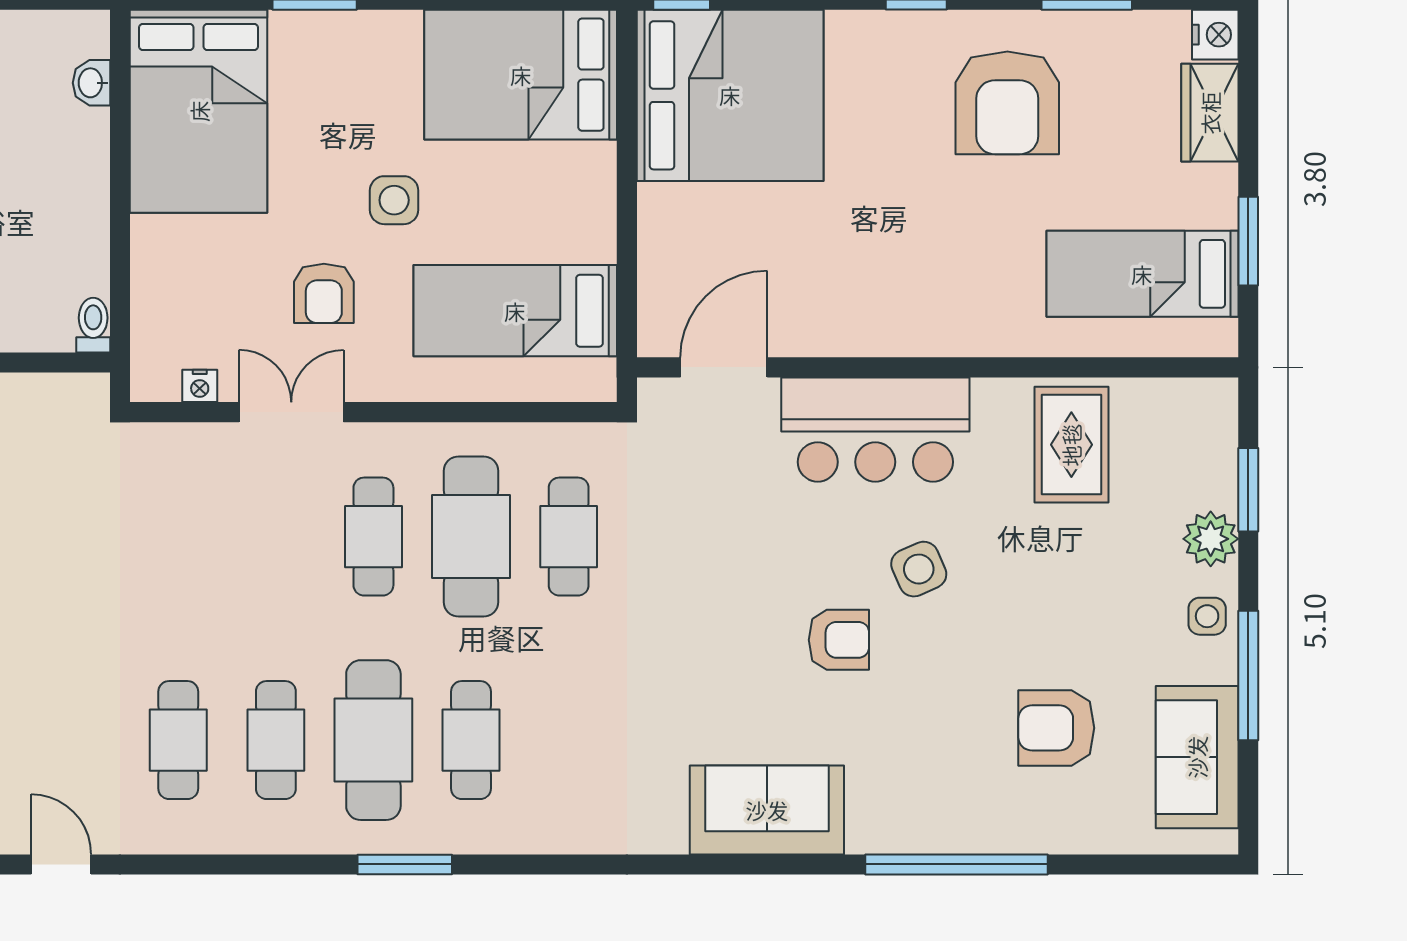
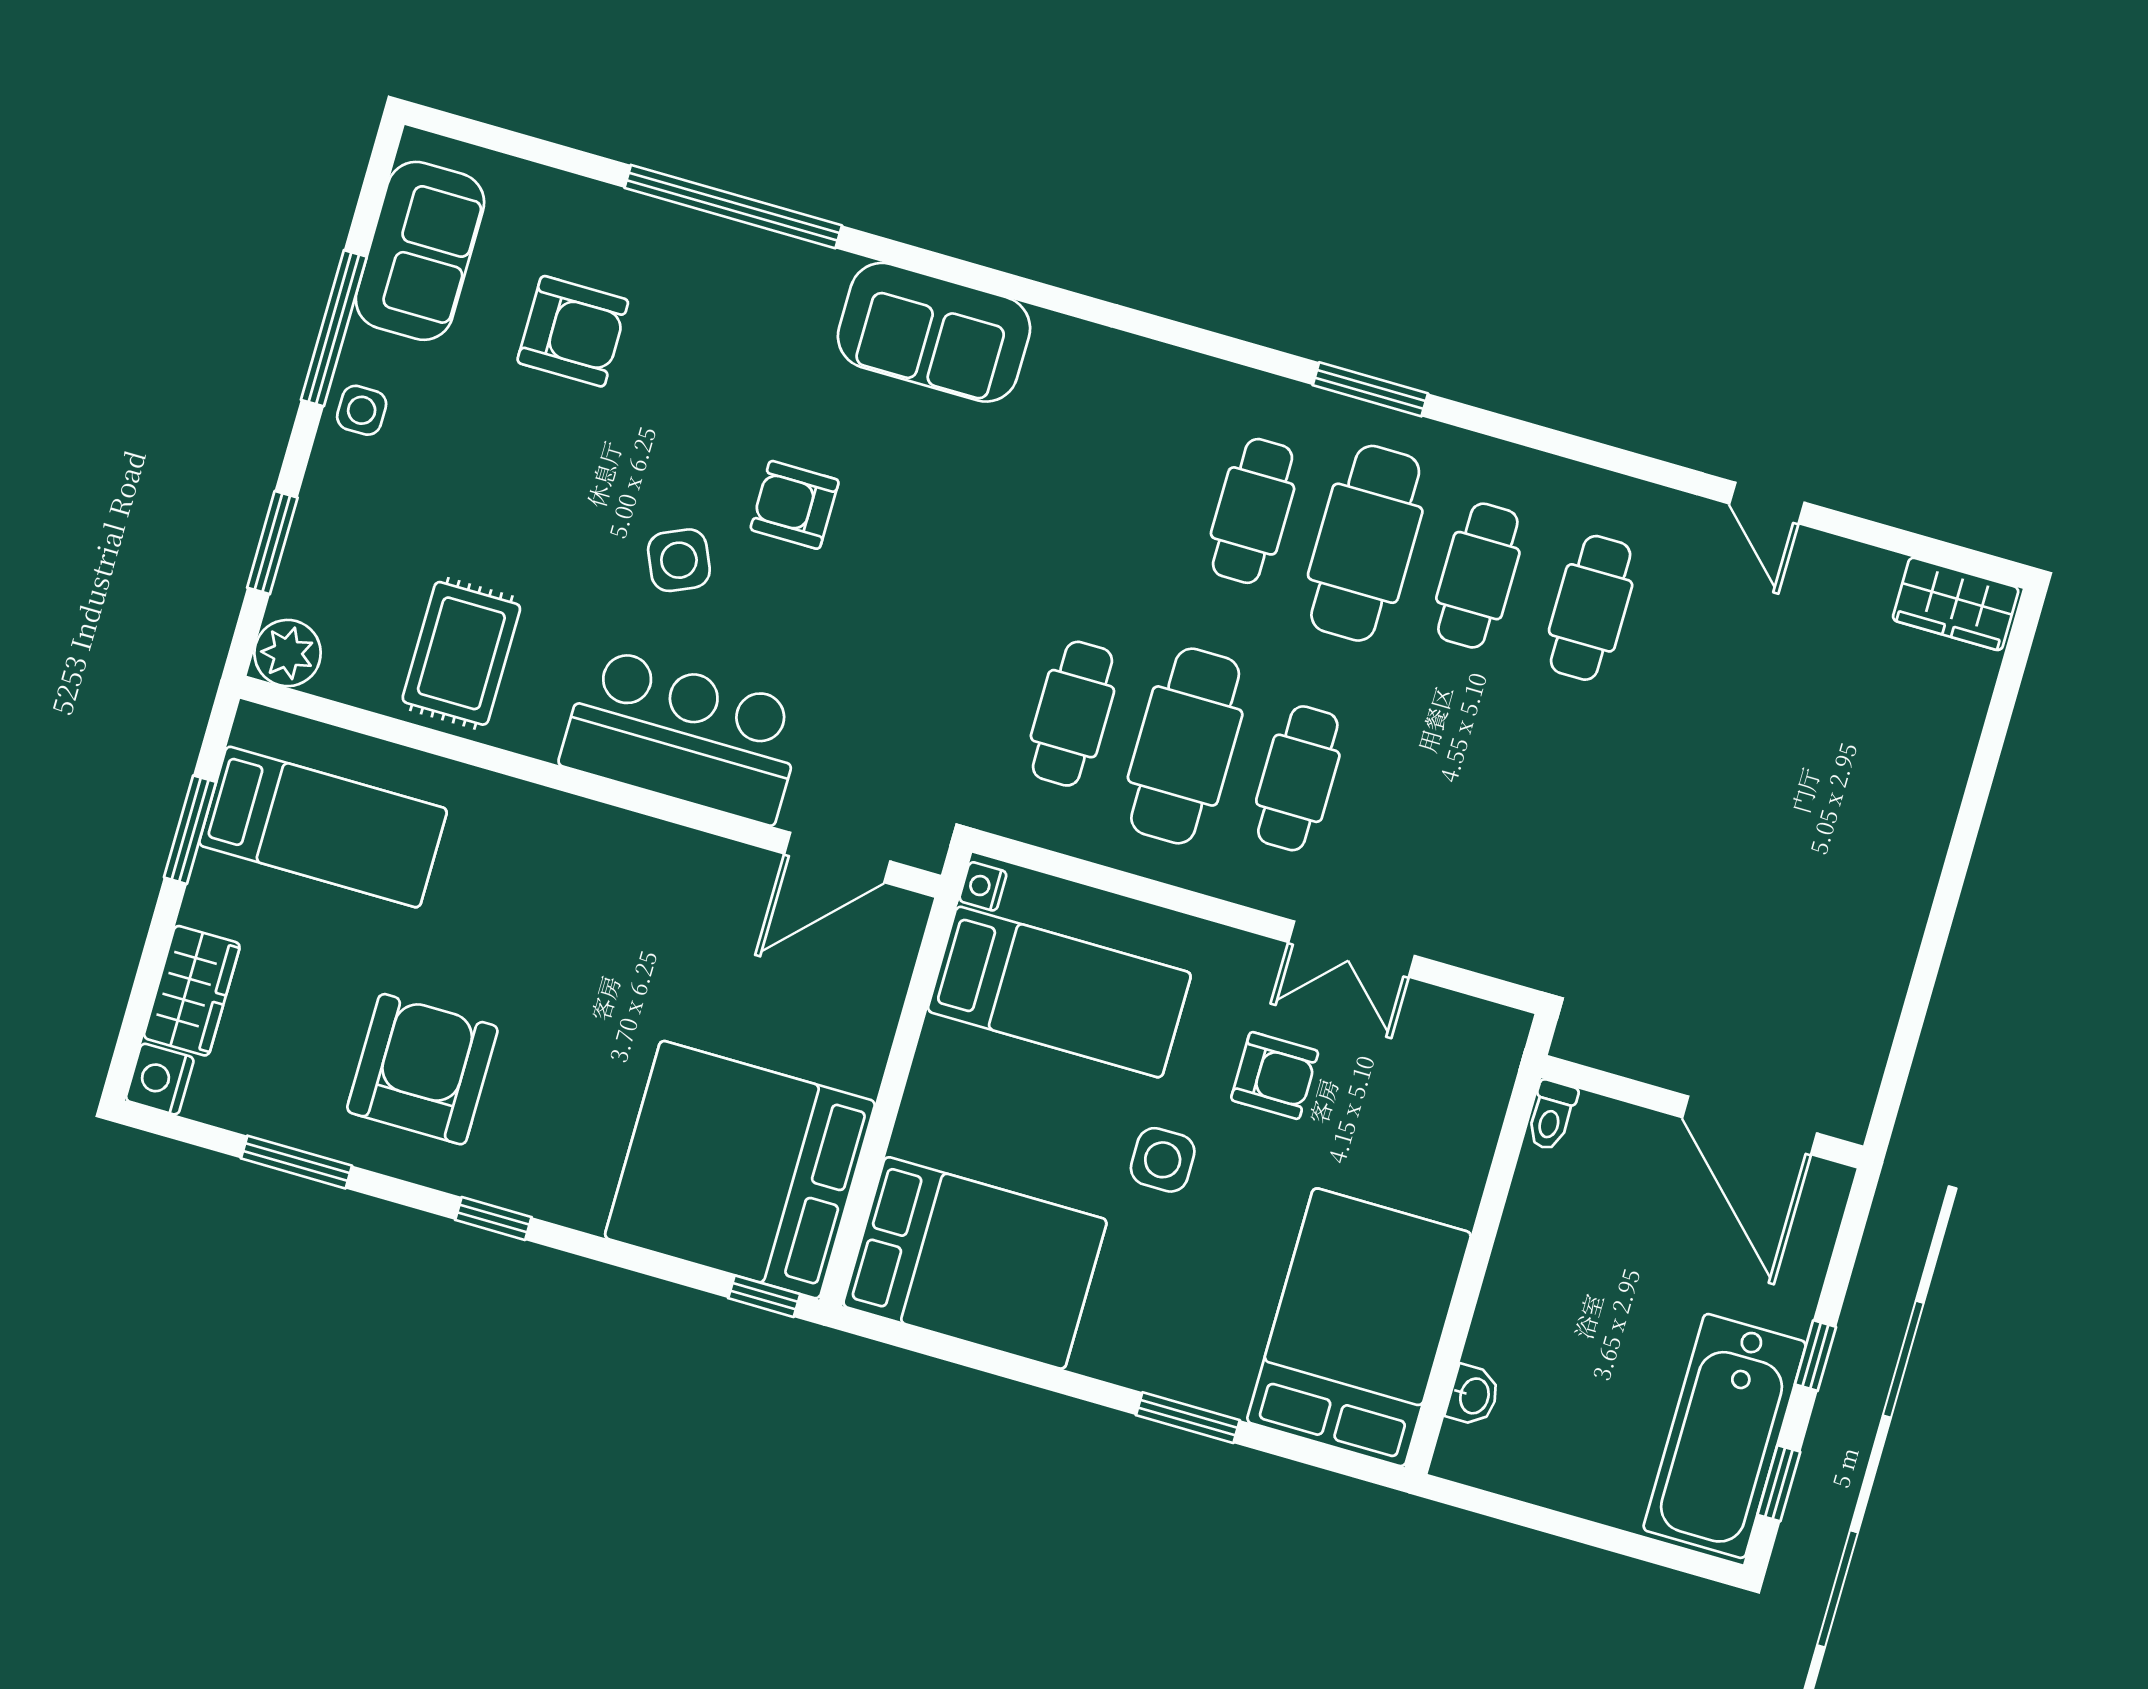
armchair: (324, 293) -> (1275, 1076), turned 90
nightstand: (200, 386) -> (983, 886), moved, turned -90
plant: (1211, 539) -> (288, 653), moved

